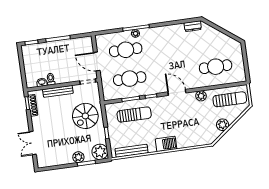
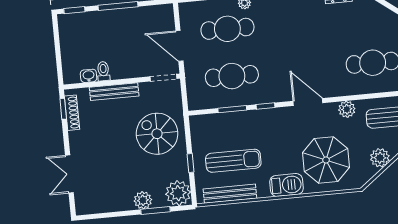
sun lounger: (134, 115) -> (233, 161), moved
spiral stairs: (85, 116) -> (157, 134), turned 90
parasol: (190, 128) -> (326, 160), added

